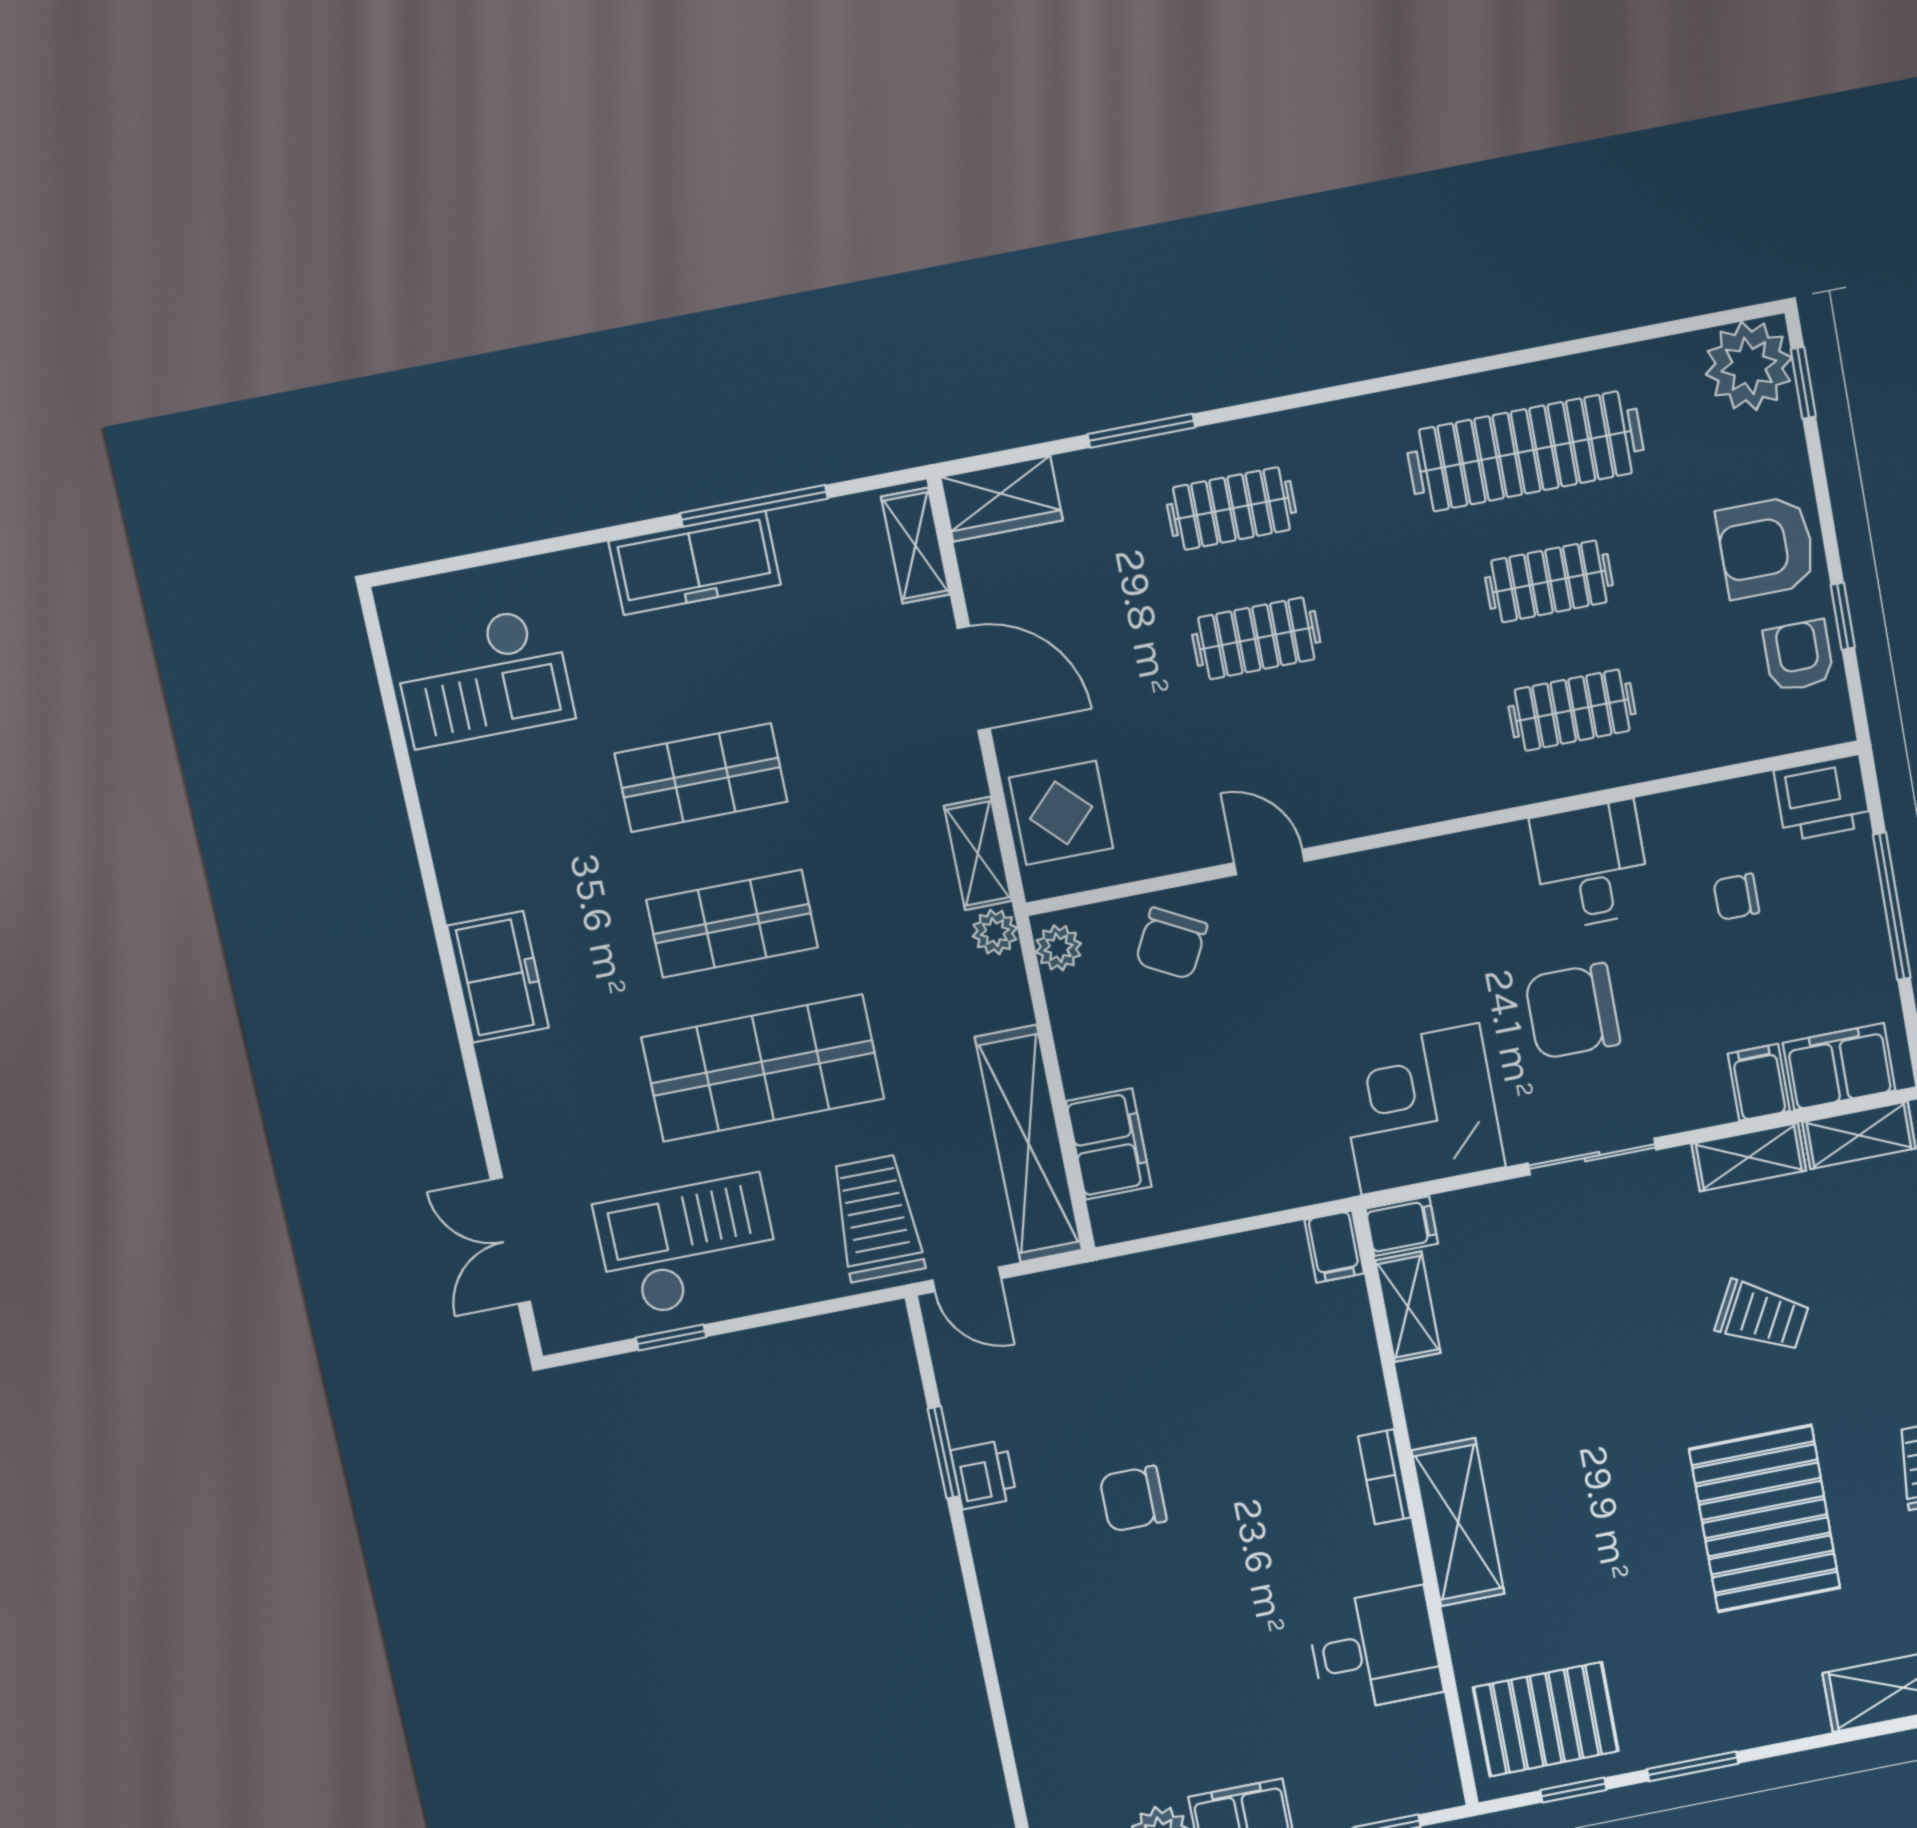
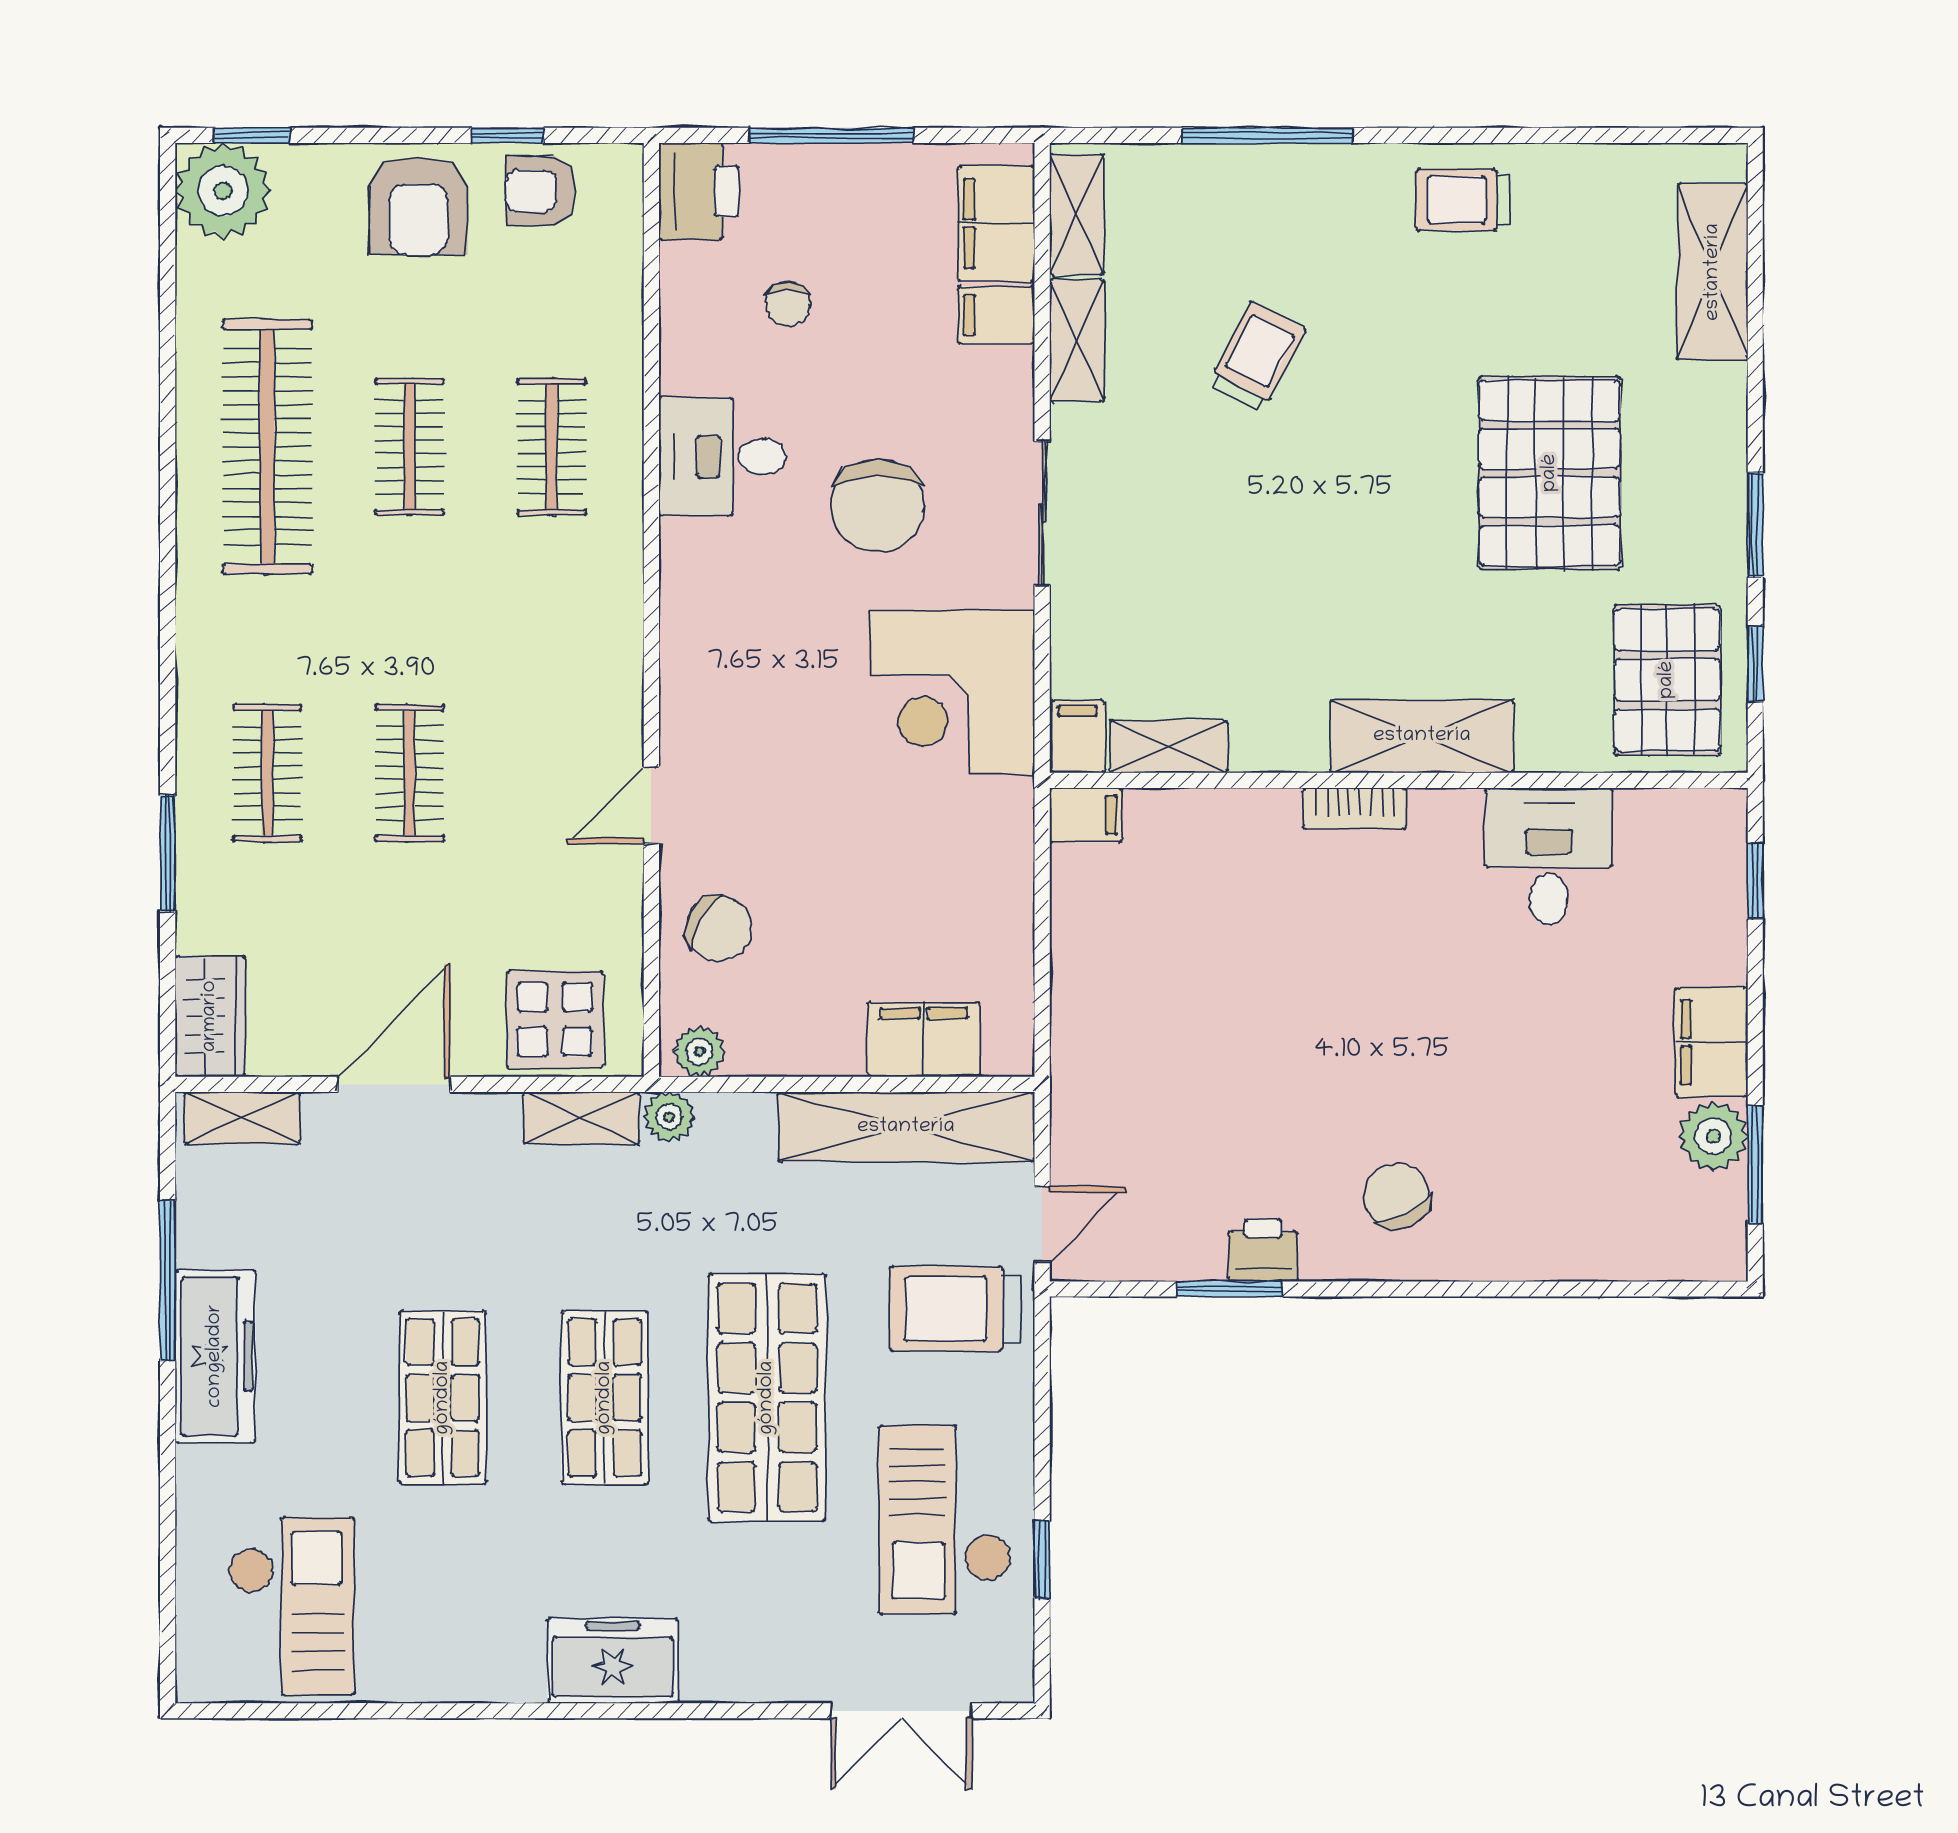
chair: (1133, 1499) -> (1397, 1196), moved, turned 152
pallet: (1765, 1519) -> (1550, 473), moved, turned 90

